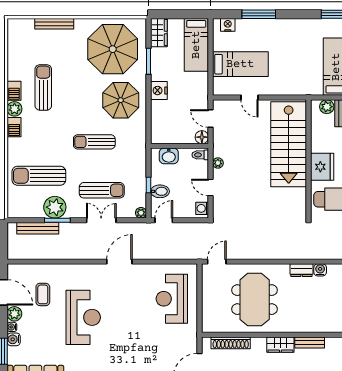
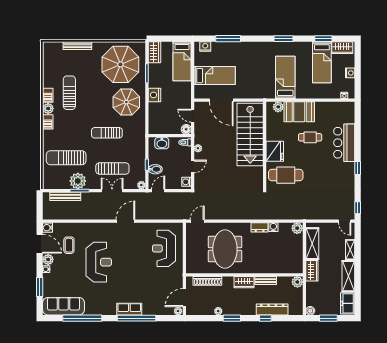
door: (249, 98) -> (221, 100), width x1.88
door: (211, 187) -> (193, 166), swing flipped
water cooler: (14, 339) -> (47, 228), moved

